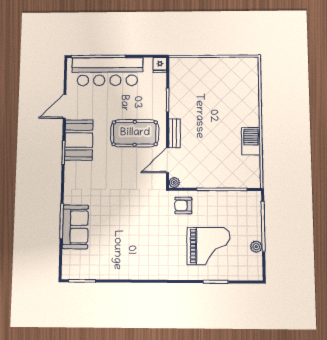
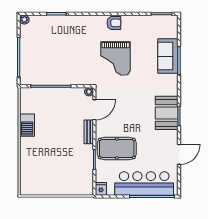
pool table: (135, 133) -> (117, 148), moved
booth: (79, 140) -> (167, 113), moved
armchair: (183, 206) -> (114, 23), moved
grand piano: (209, 246) -> (116, 59), moved, turned -90
plant: (256, 247) -> (24, 20), moved

